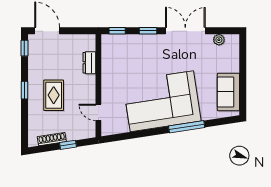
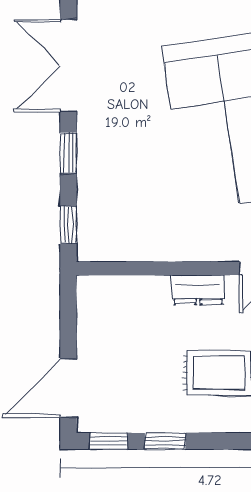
dresser: (89, 63) -> (198, 290), moved
window: (24, 90) -> (165, 441), moved

